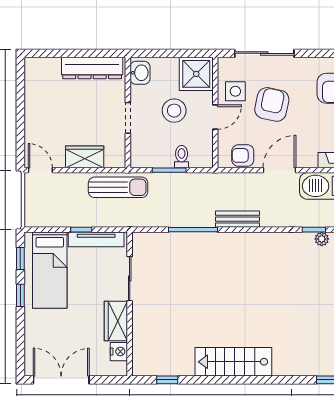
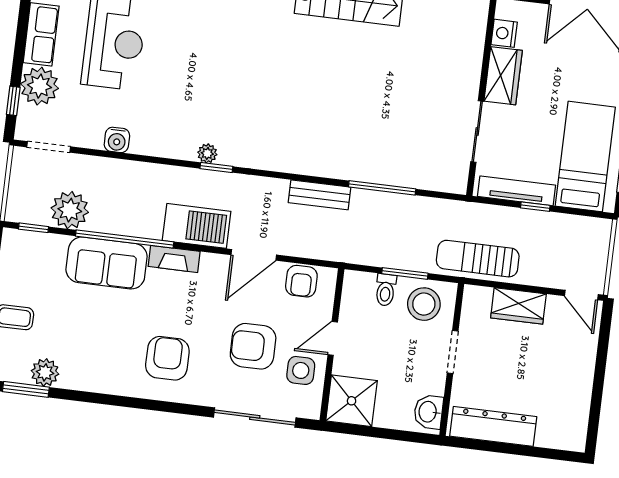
armchair: (272, 104) -> (253, 346), turned 78
stool: (174, 111) -> (424, 304), moved
armchair: (243, 155) -> (301, 281), turned 90

